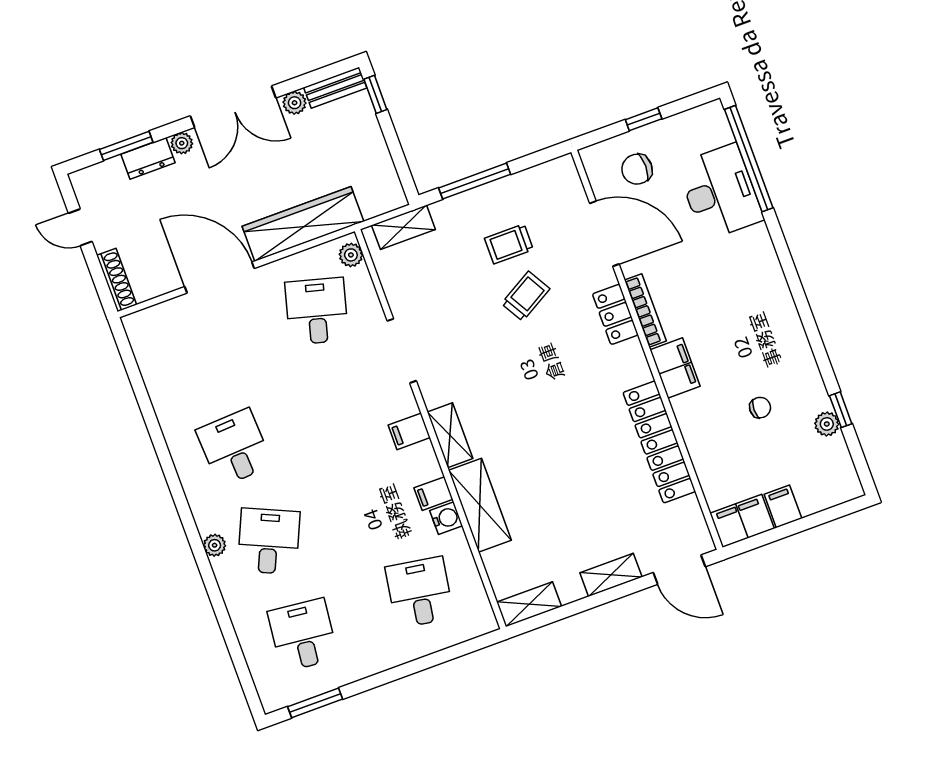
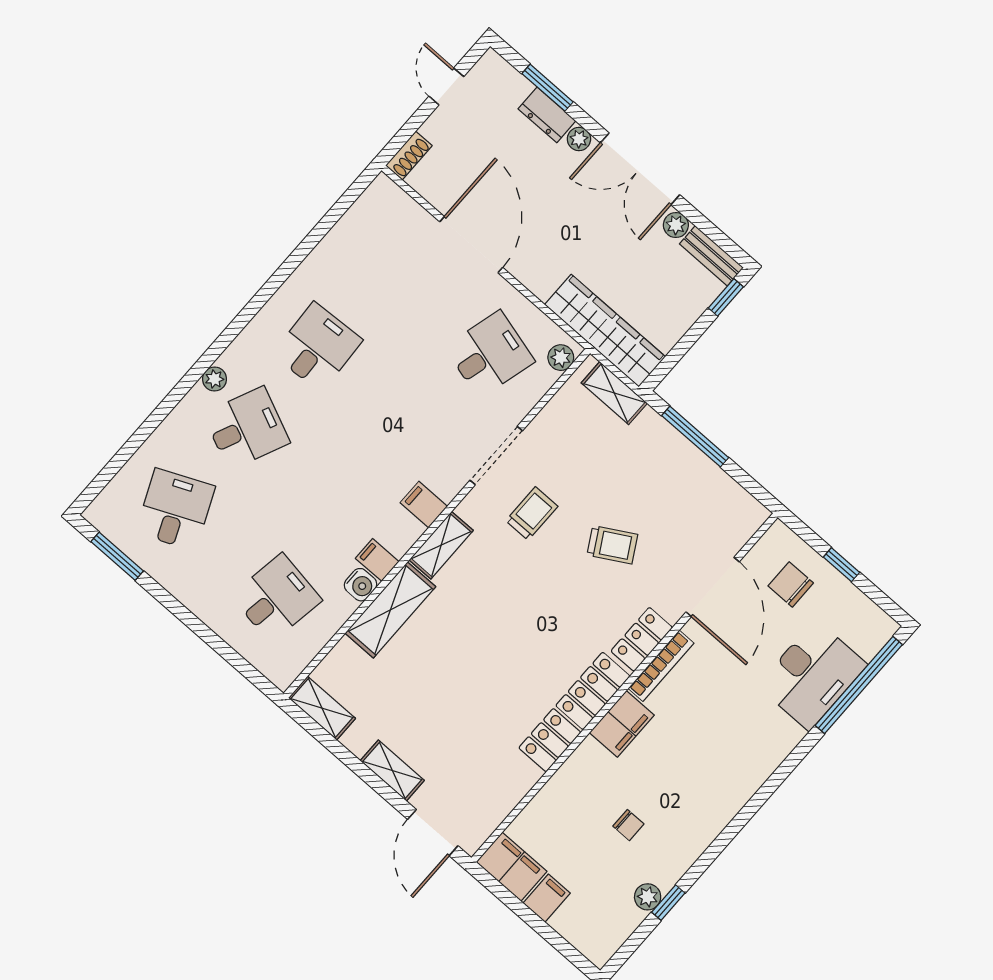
wardrobe: (303, 224) -> (605, 331), moved
trolley: (509, 244) -> (532, 513), moved, turned 90
shoe rack: (117, 280) -> (409, 156), width x0.70
locker: (659, 442) -> (574, 712), moved
desk: (303, 635) -> (175, 510), turned -30

